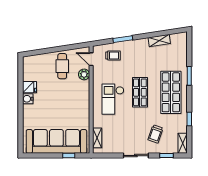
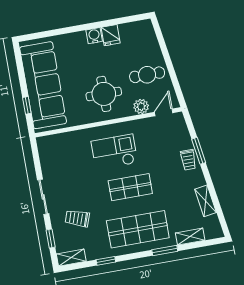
trolley: (113, 56) -> (188, 160), moved
round table: (70, 99) -> (104, 94), added
shelving: (97, 138) -> (190, 237), moved

